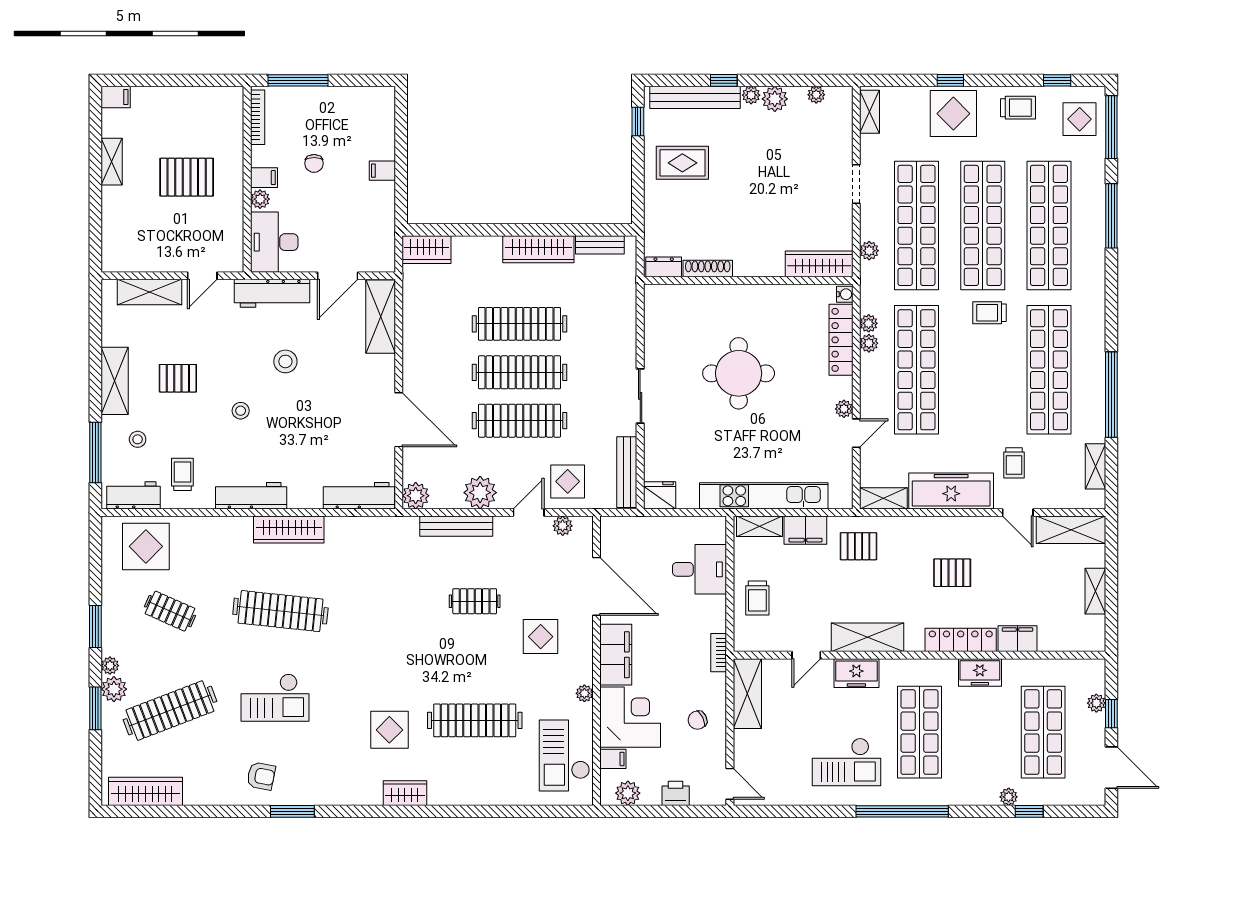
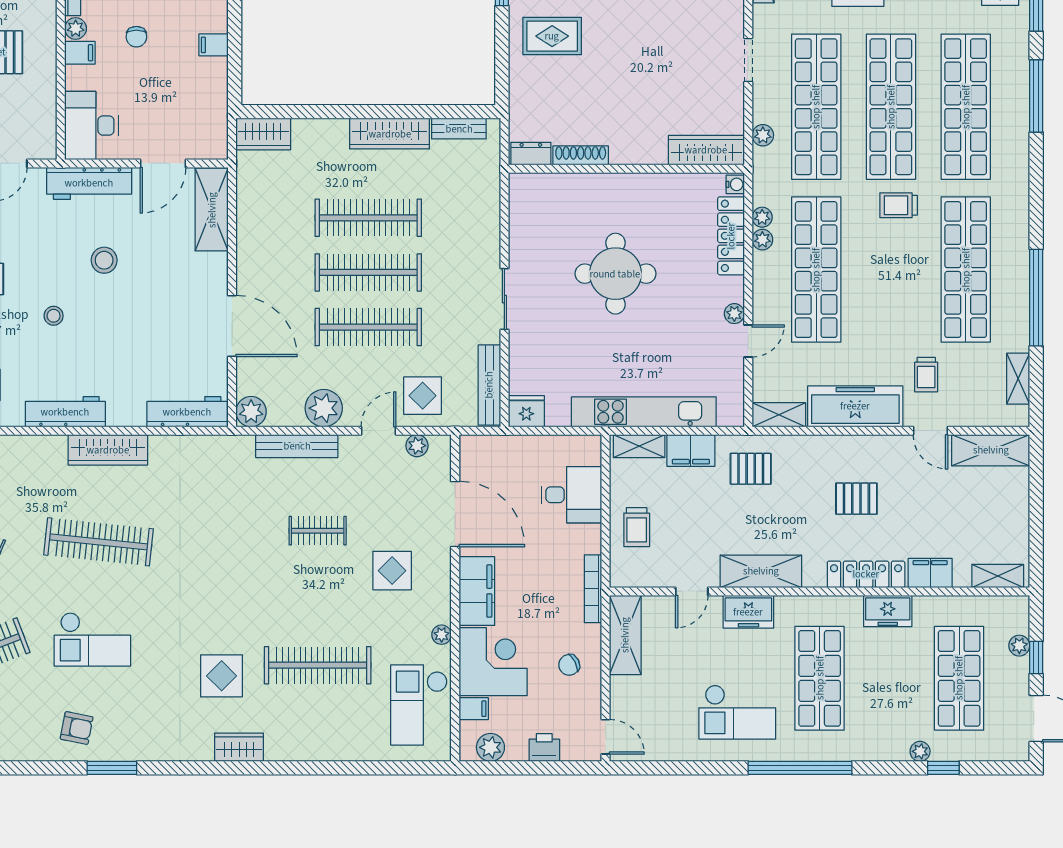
plant: (260, 199) -> (76, 28), moved
shelving: (1095, 591) -> (998, 576), moved, turned 90
bookcase: (719, 653) -> (593, 589), width x1.56

